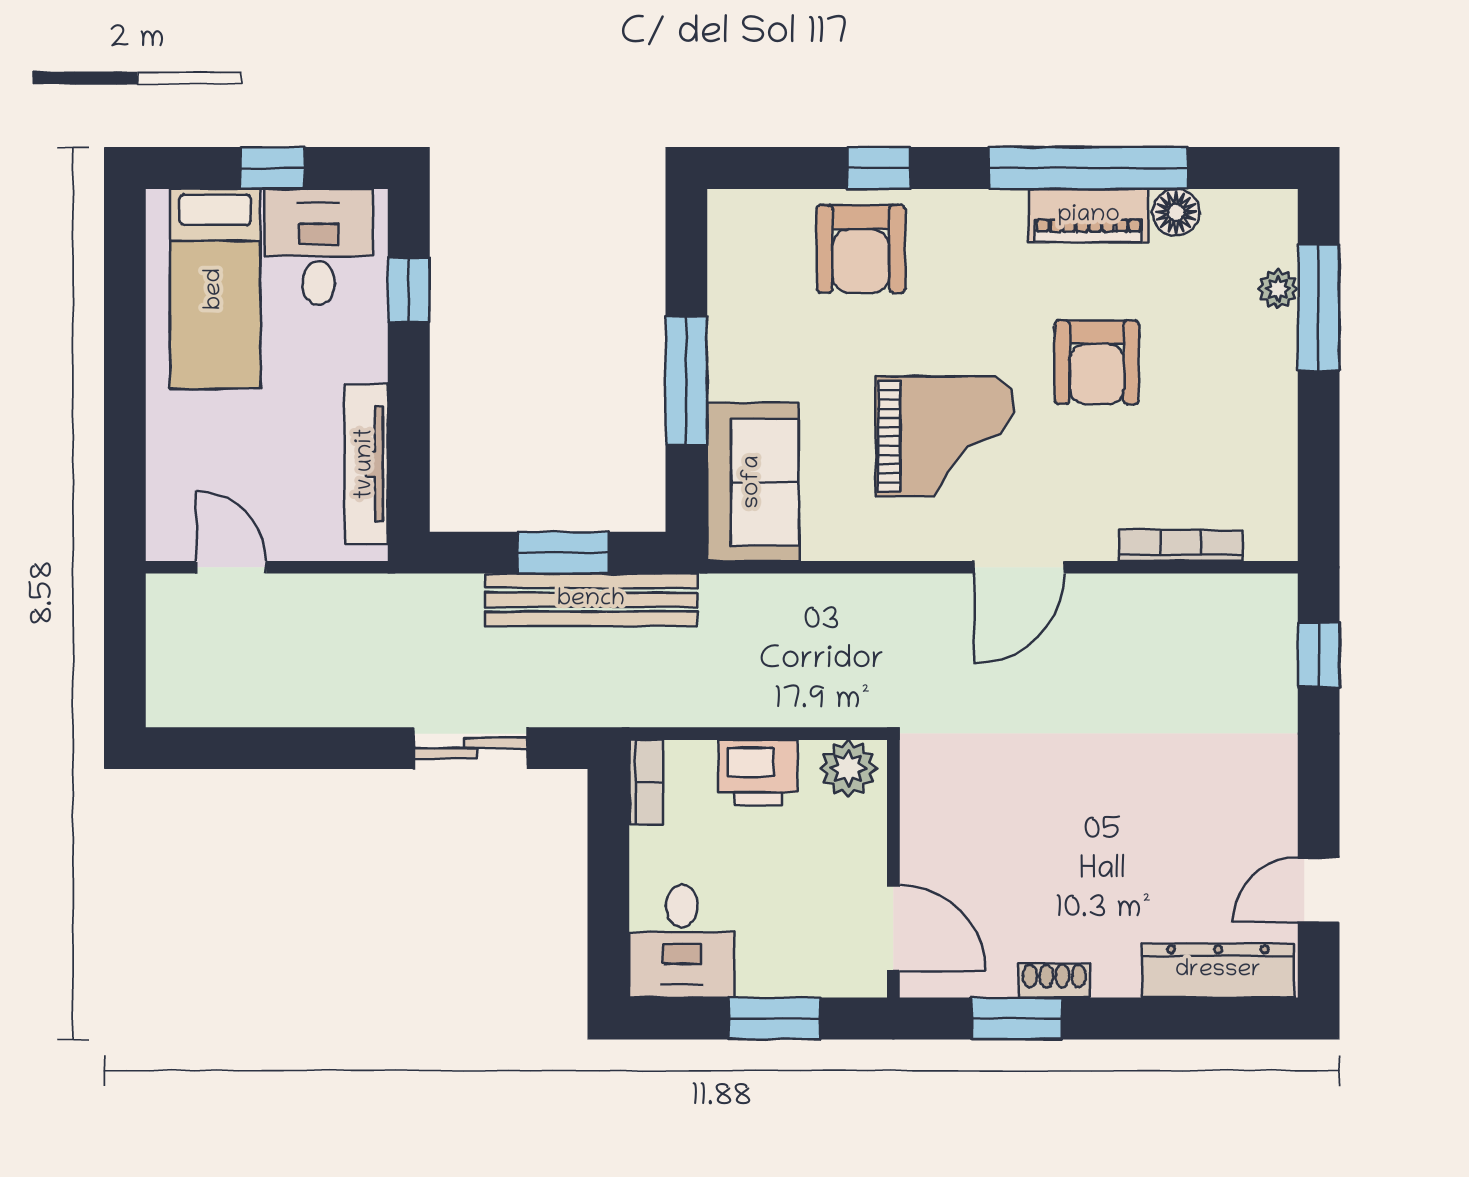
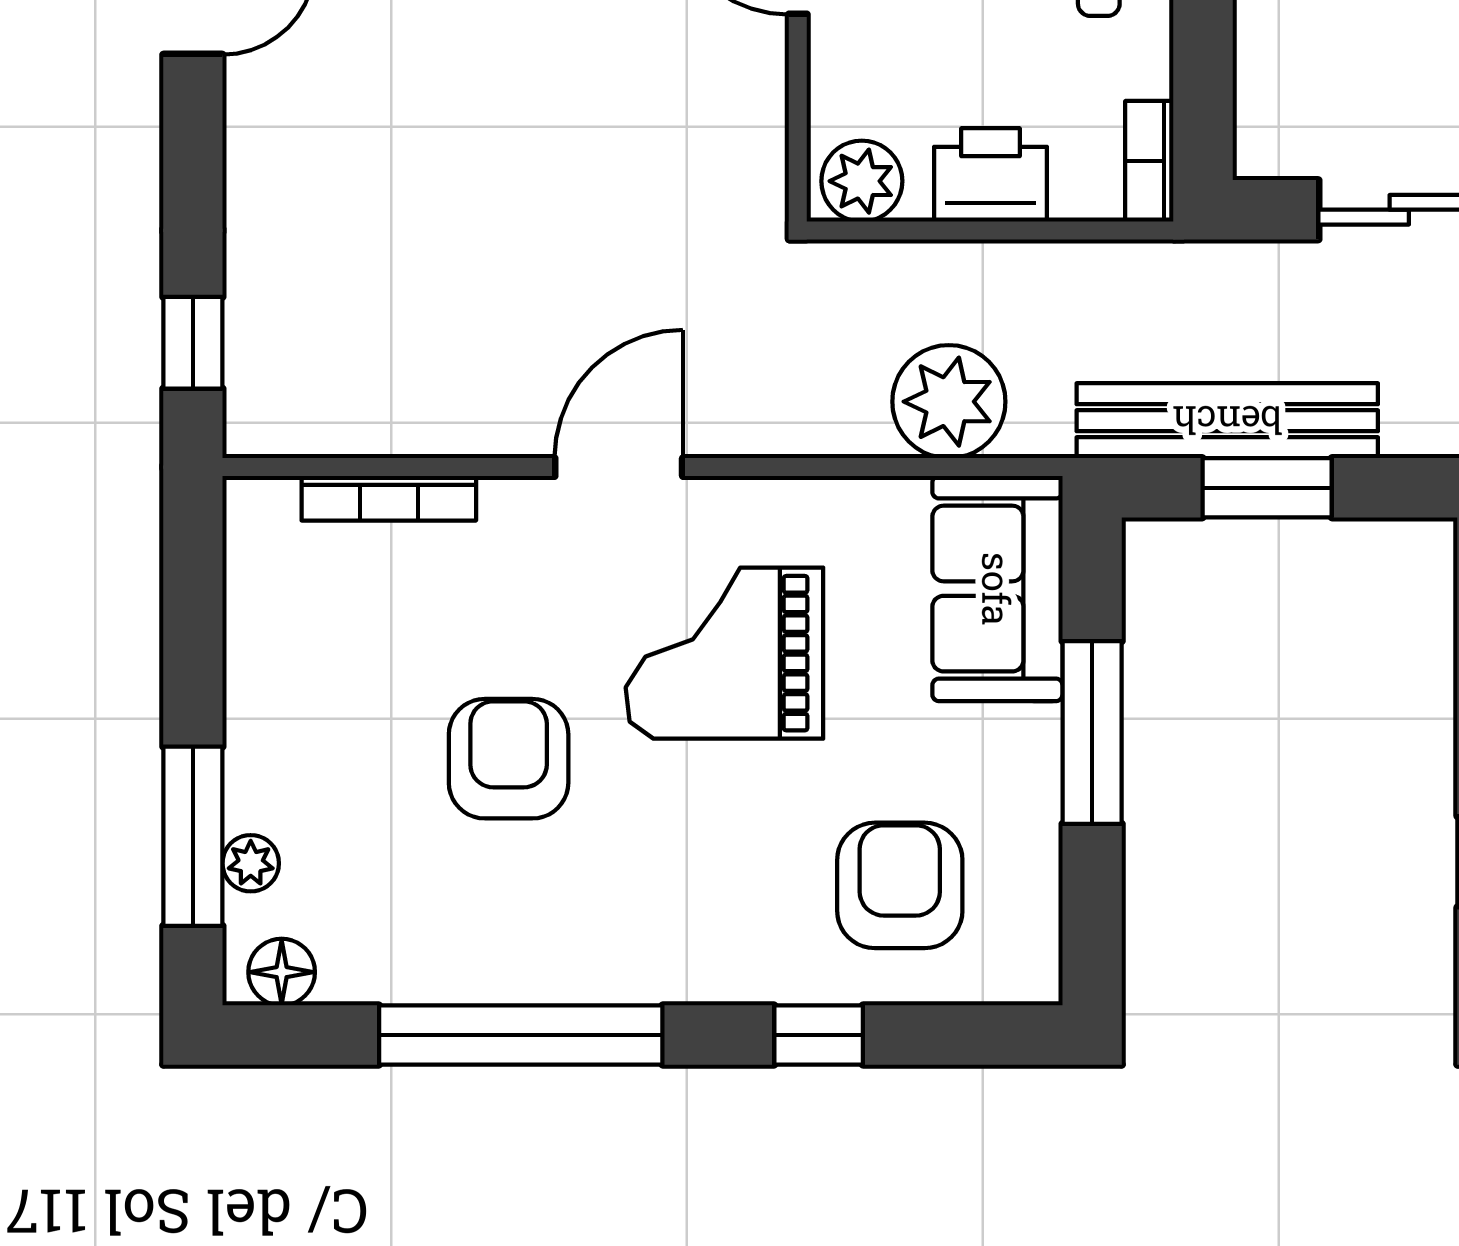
floor lamp: (1176, 212) -> (282, 972), moved
piano: (1089, 216) -> (520, 967), removed
armchair: (861, 249) -> (900, 885), moved
plant: (787, 613) -> (949, 402), added

